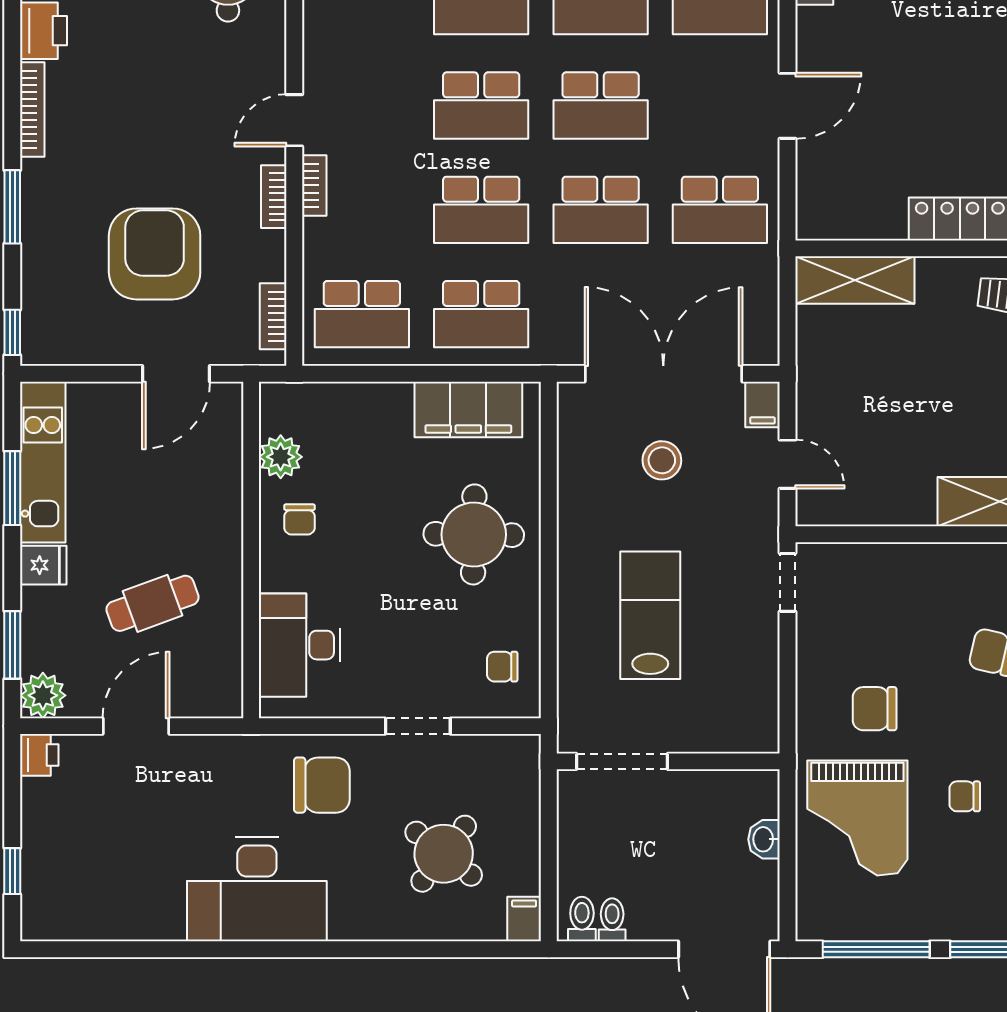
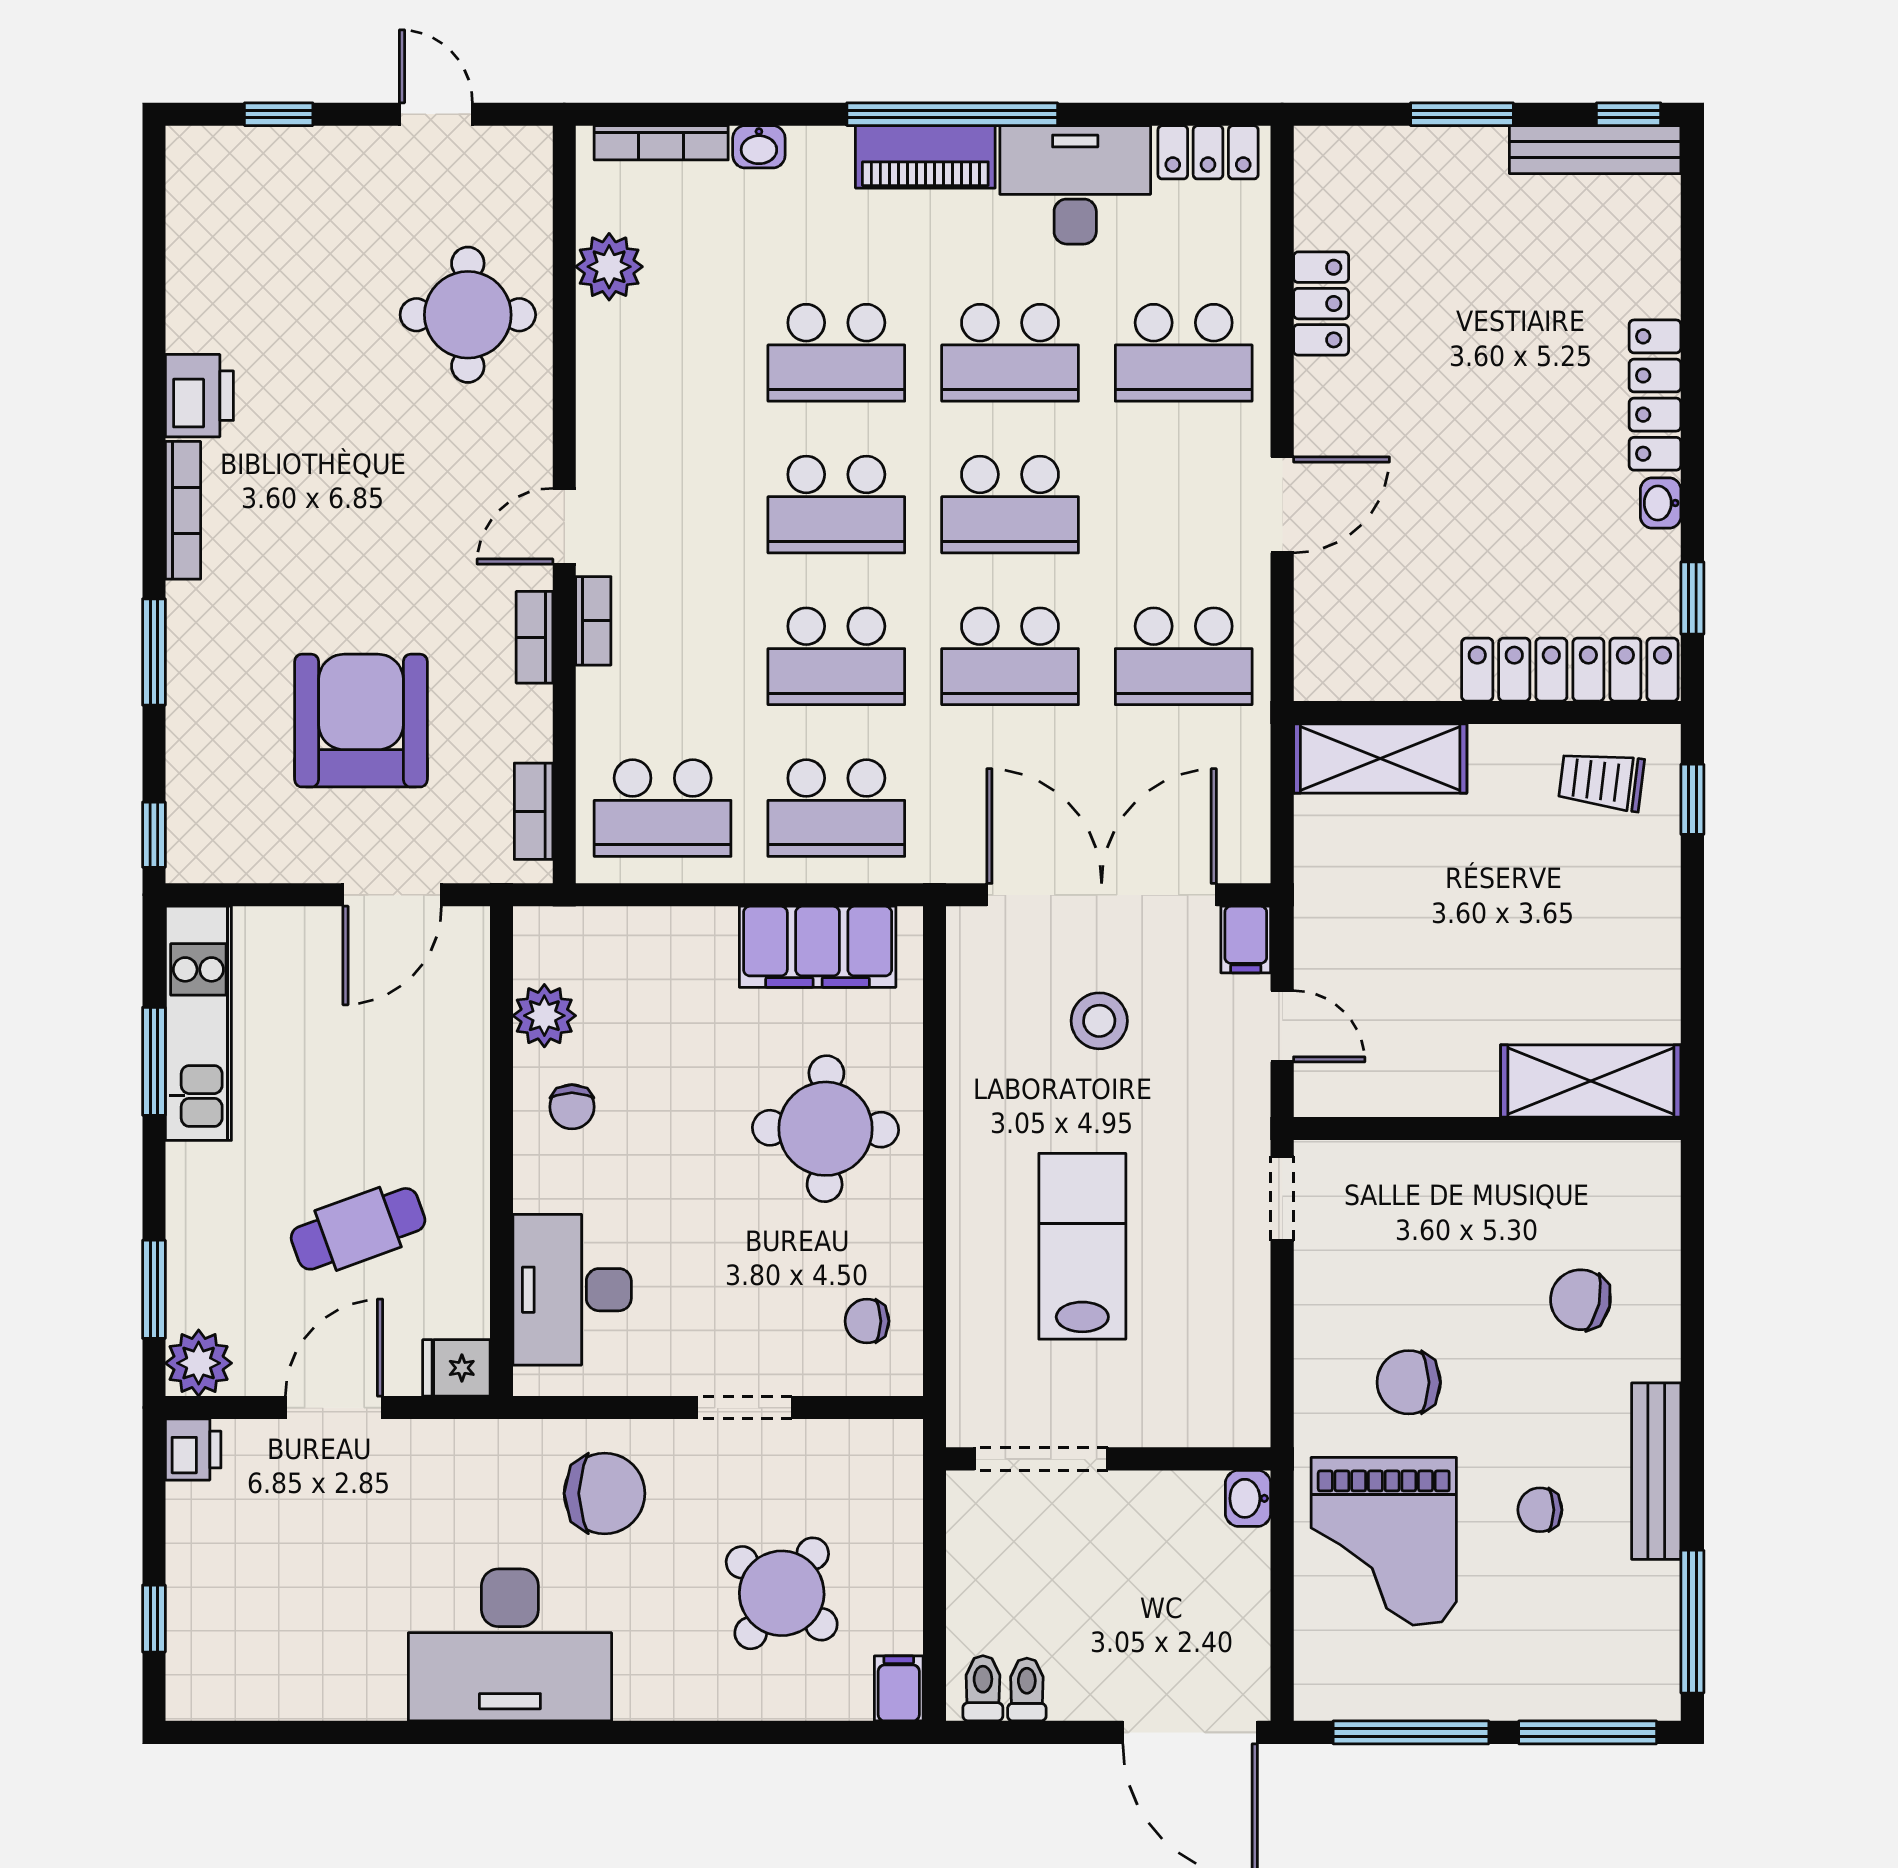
fridge: (43, 565) -> (456, 1368), moved, turned 180
washbasin: (764, 839) -> (1248, 1498), moved

